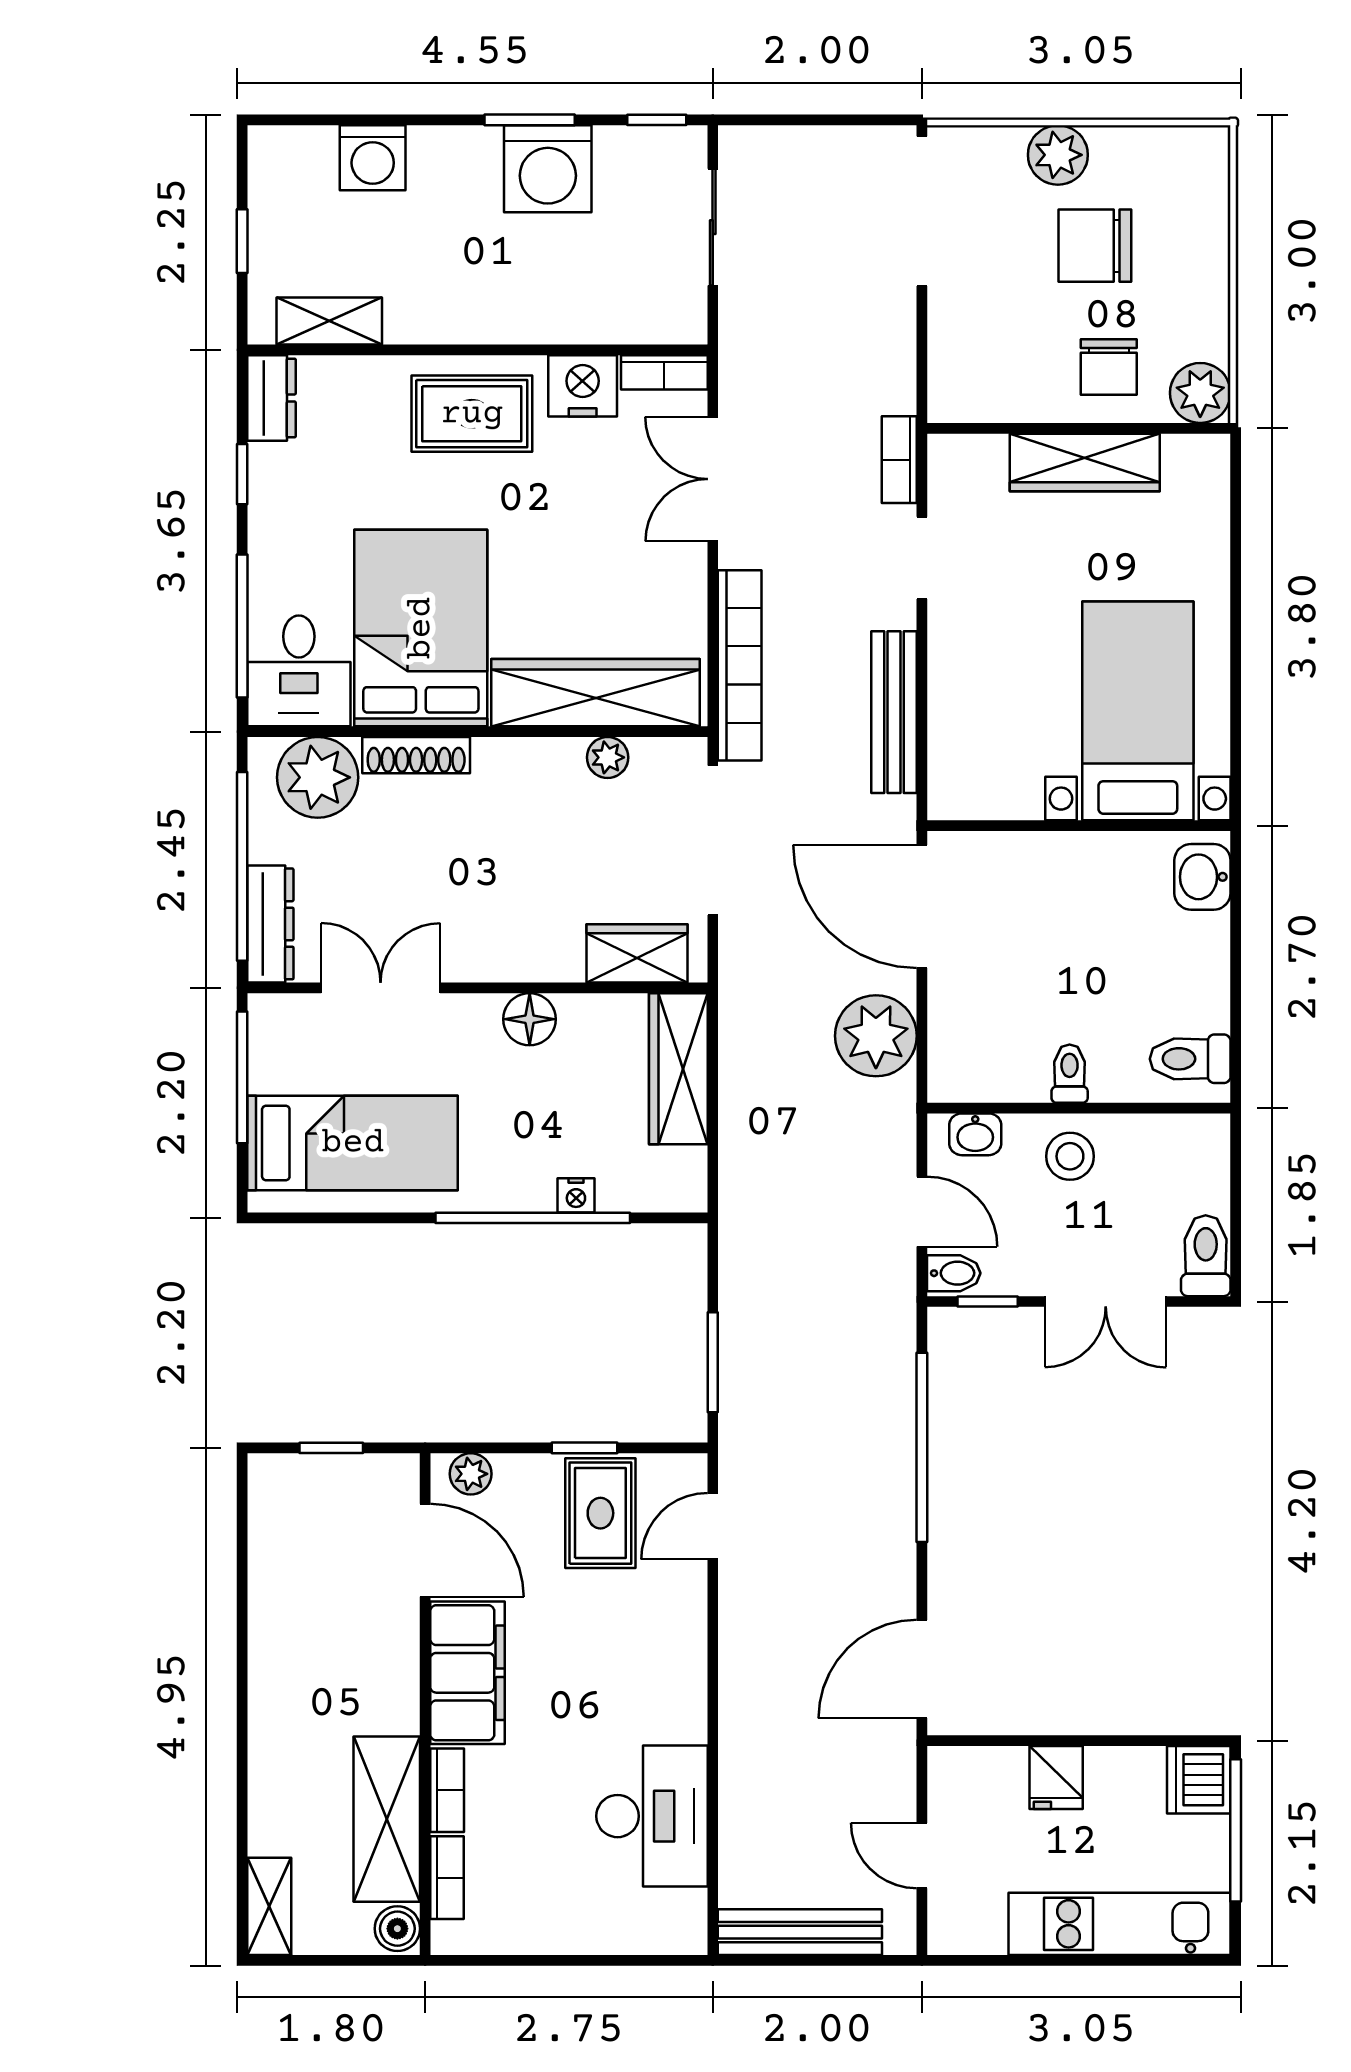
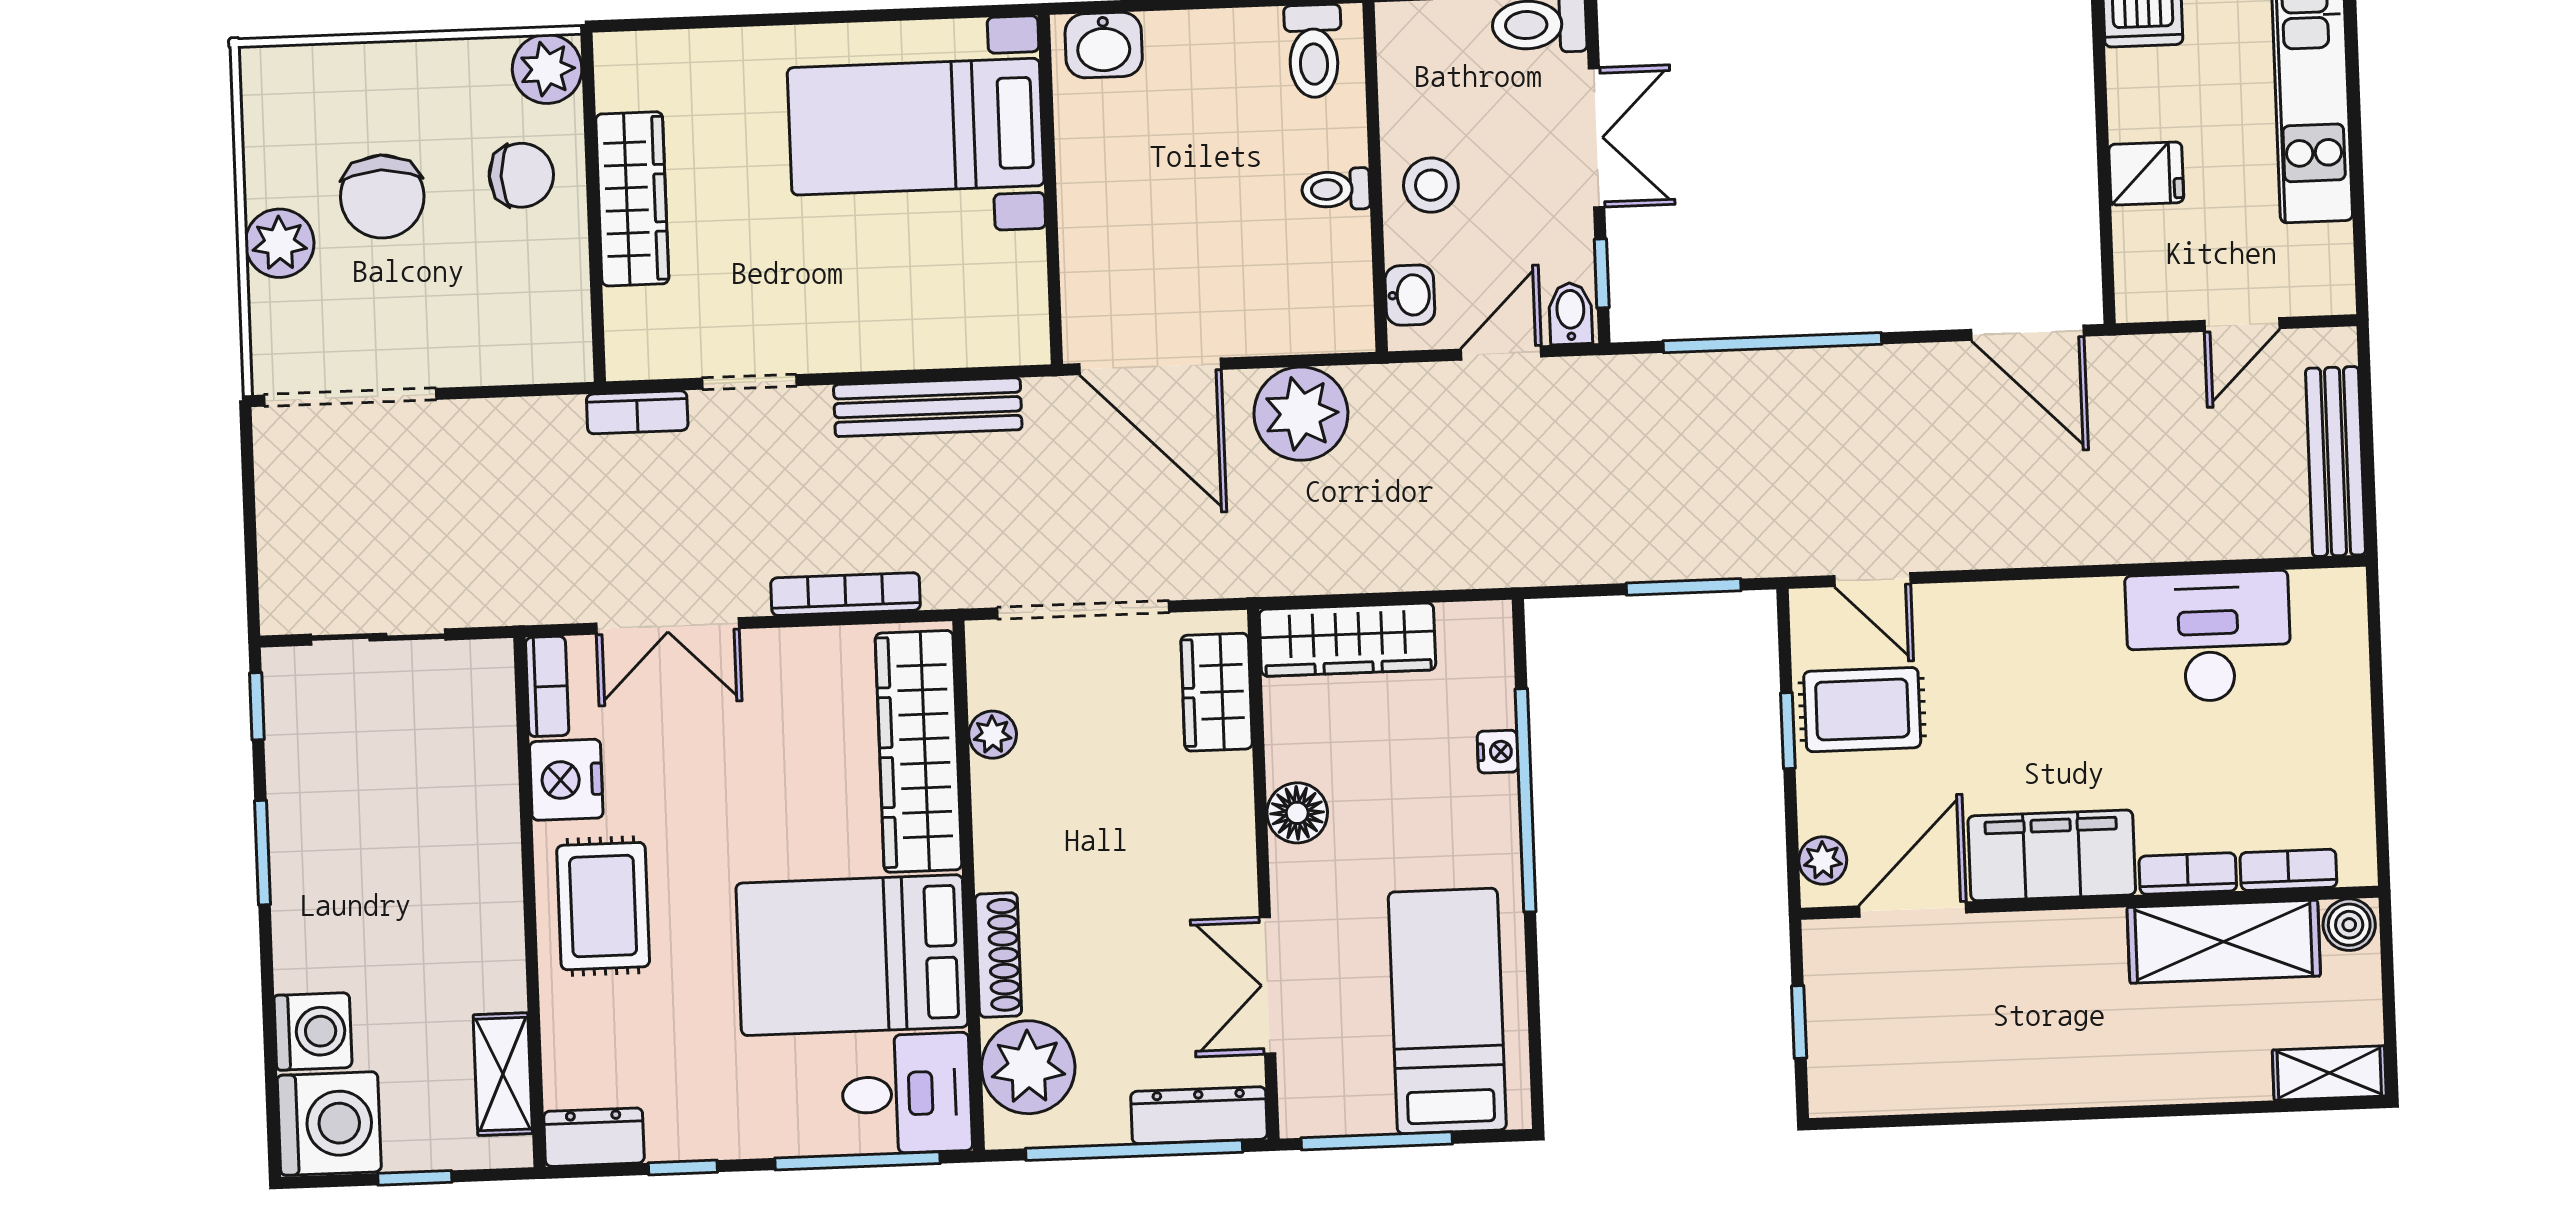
washing machine: (548, 169) -> (329, 1124), moved
bookcase: (740, 665) -> (846, 594), width x0.68, depth x0.76
door: (922, 906) -> (1150, 366), hinge flipped

